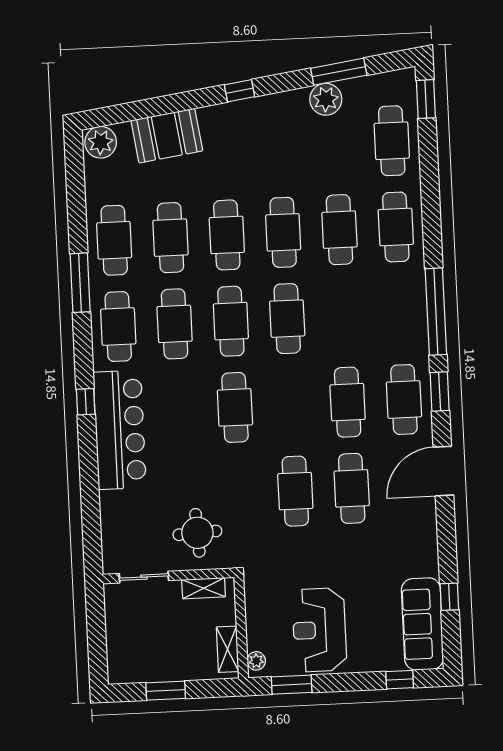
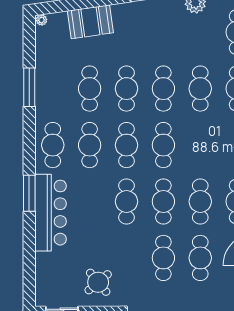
plant: (101, 142) -> (41, 20), width x0.53, depth x0.53
cafe table: (114, 240) -> (163, 201), moved
window: (80, 283) -> (29, 87), moved
window: (86, 402) -> (29, 193), width x2.17
round table: (197, 533) -> (98, 282), turned -37

